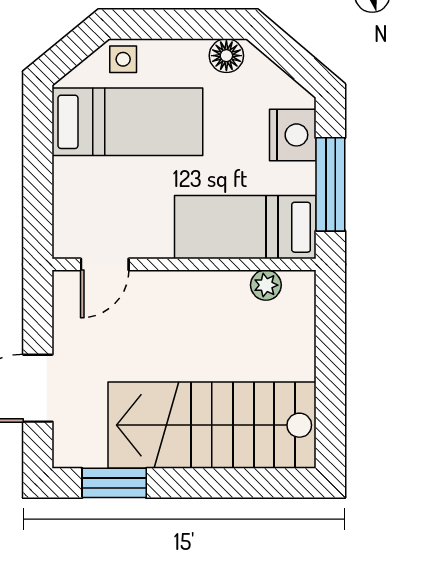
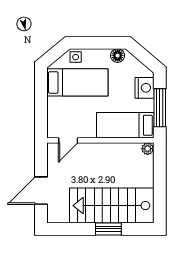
plant: (266, 285) -> (148, 149), moved
window: (114, 483) -> (108, 229), moved

